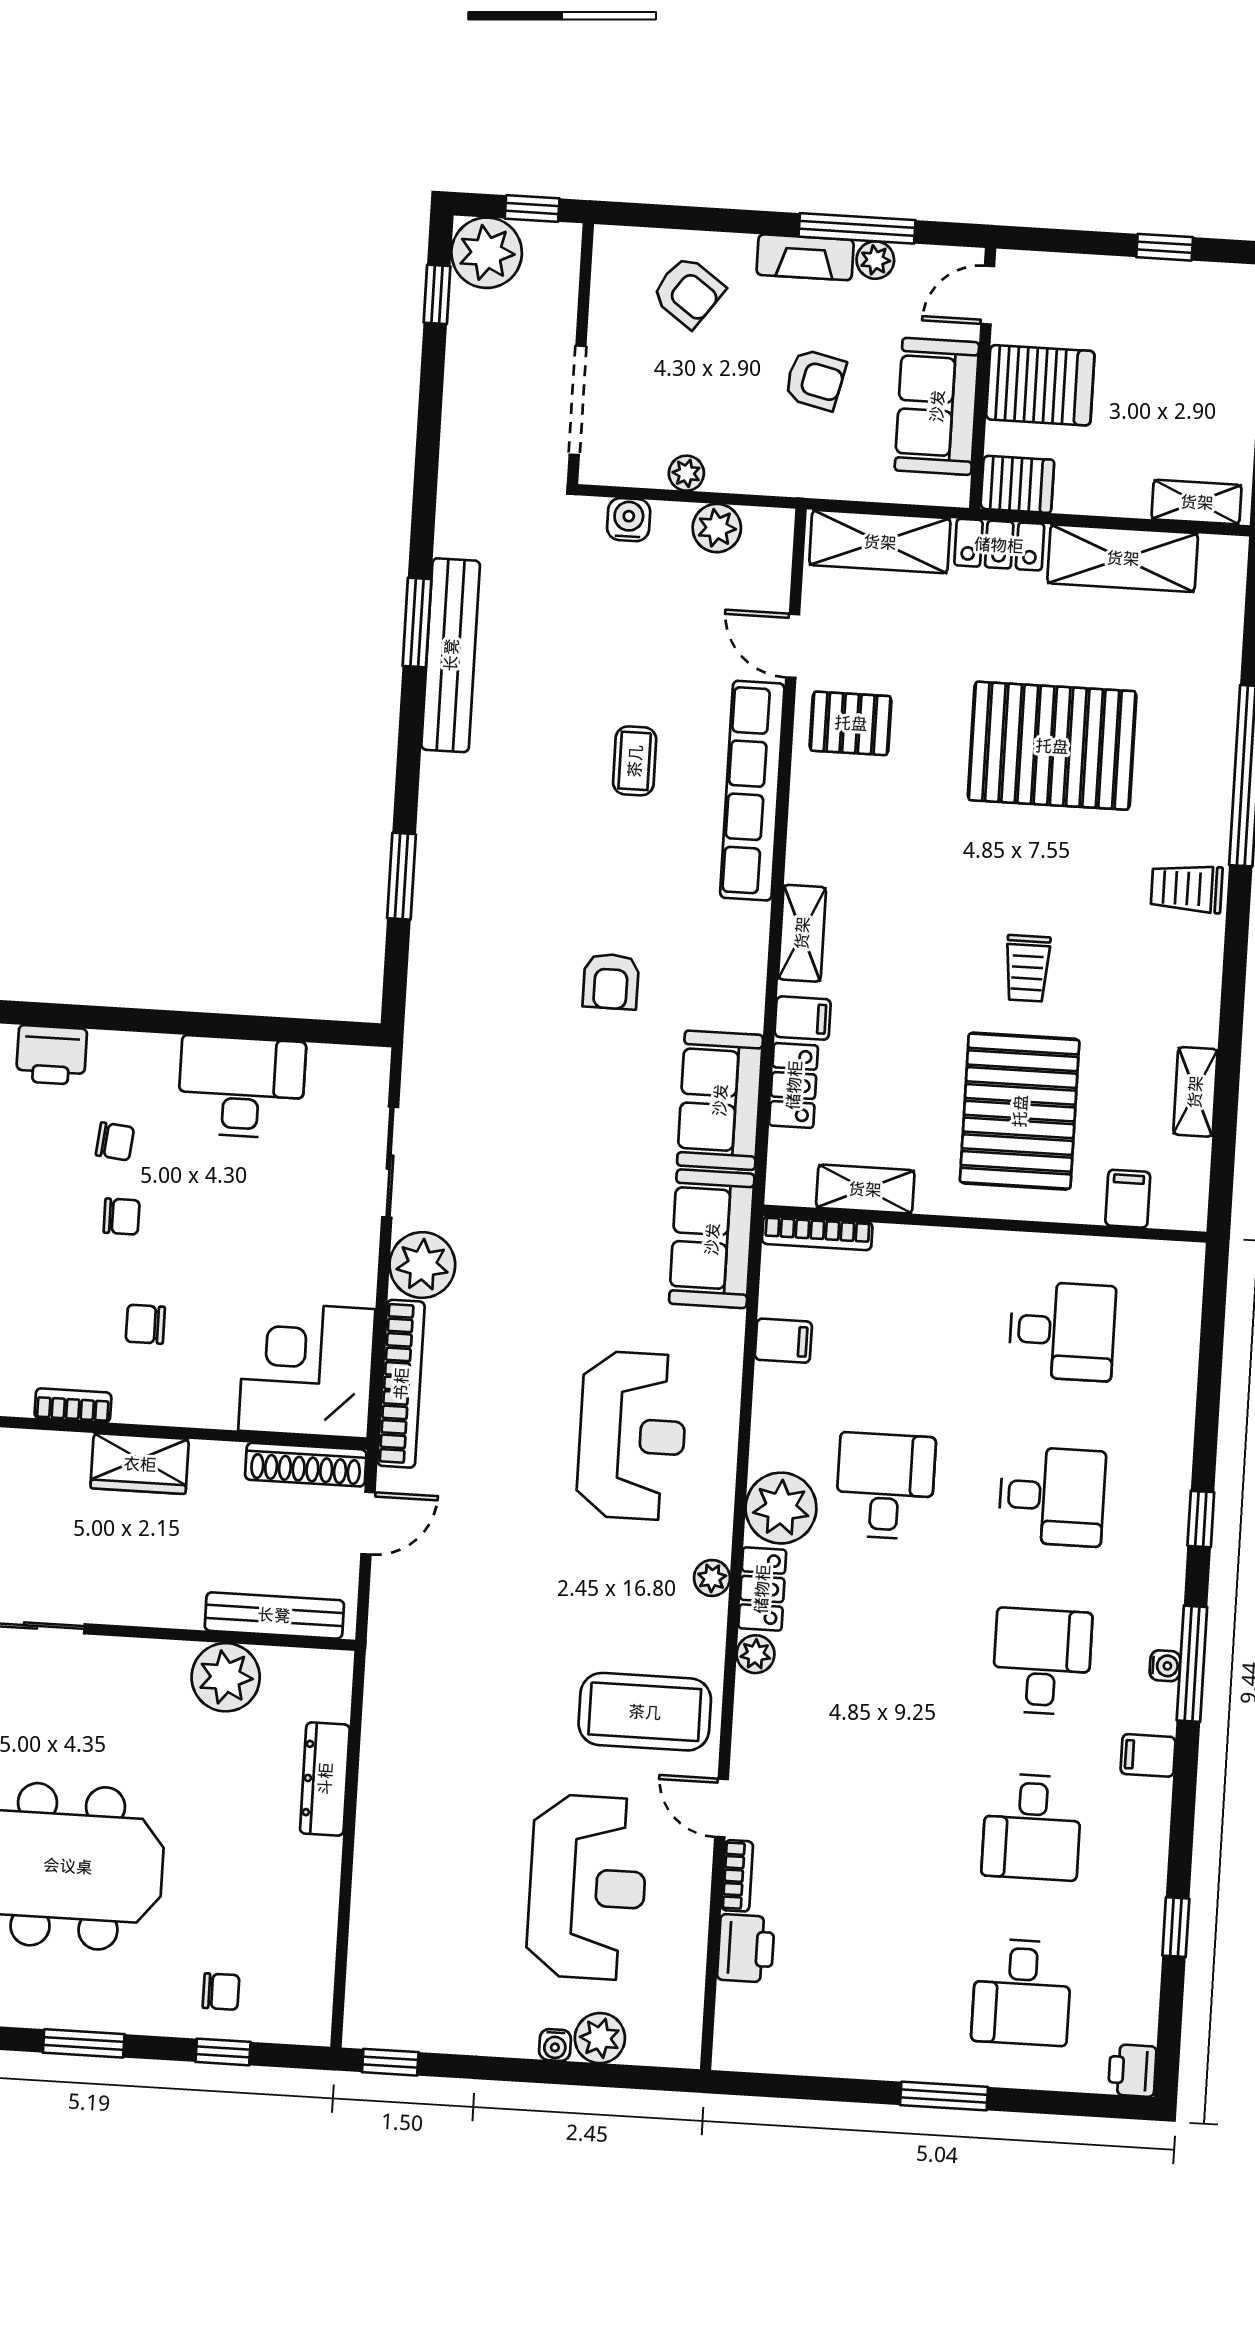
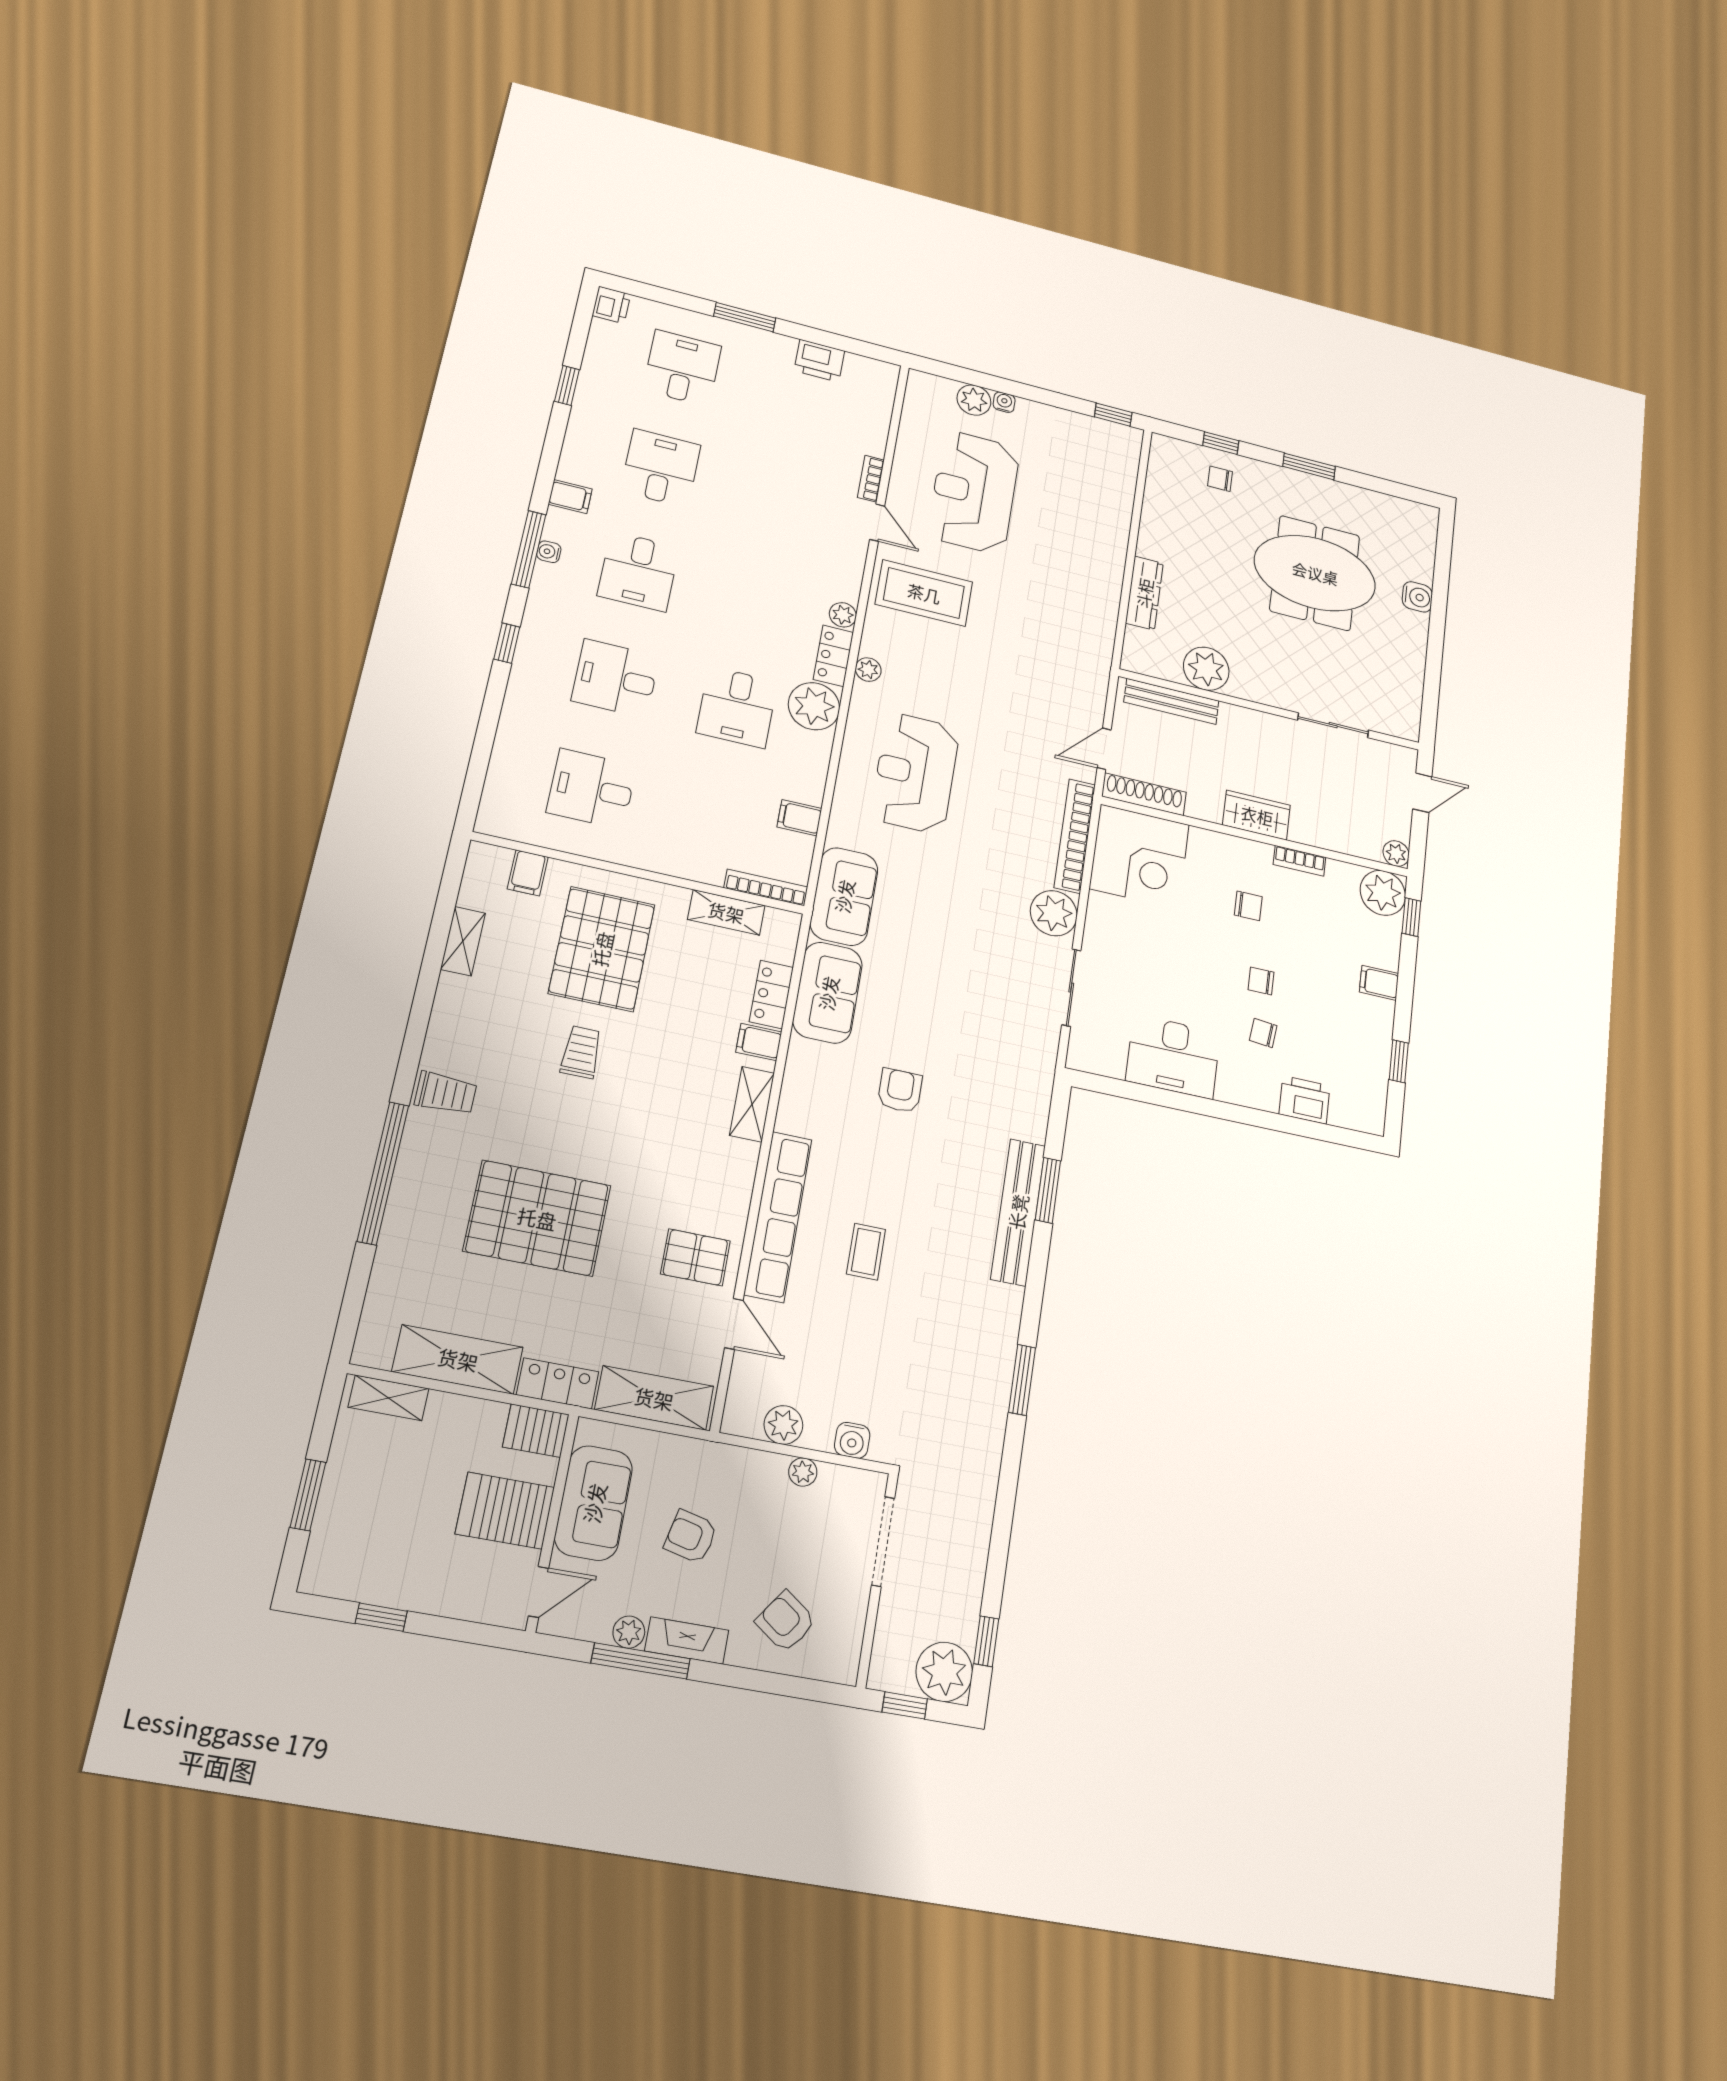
bench: (451, 655) -> (1018, 1212), moved
printer: (746, 1948) -> (819, 361), moved, turned -90

